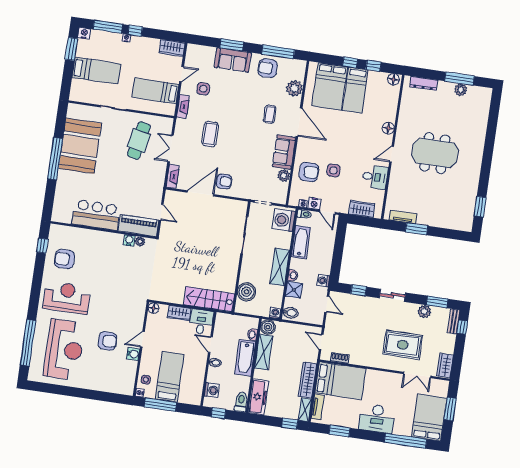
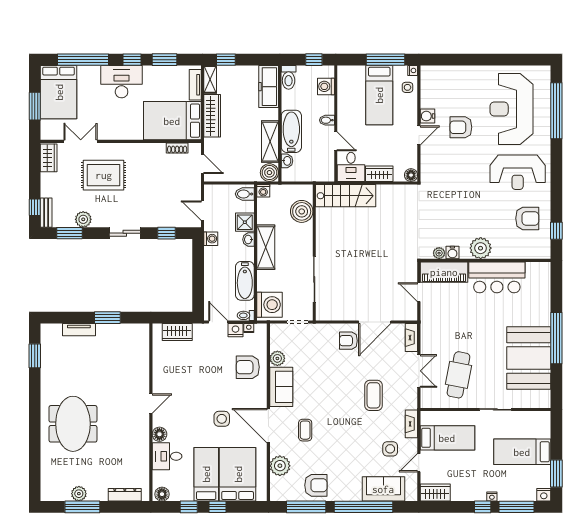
window: (232, 45) -> (364, 507), width x2.11
sofa: (233, 60) -> (383, 489), moved
meeting table: (435, 153) -> (73, 424), moved, turned 90
side table: (334, 170) -> (222, 419), moved
desk: (375, 177) -> (167, 456), moved
tv unit: (403, 217) -> (79, 330), moved
plant: (106, 241) -> (481, 248), added
window: (366, 435) -> (132, 60), added

